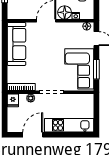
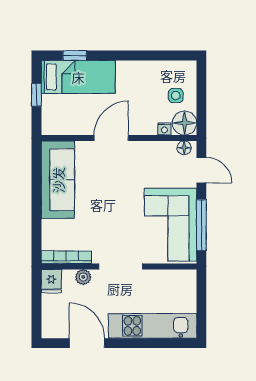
floor lamp: (65, 12) -> (185, 123), moved
window: (96, 69) -> (201, 225), width x1.44
door: (33, 135) -> (87, 343), hinge flipped

